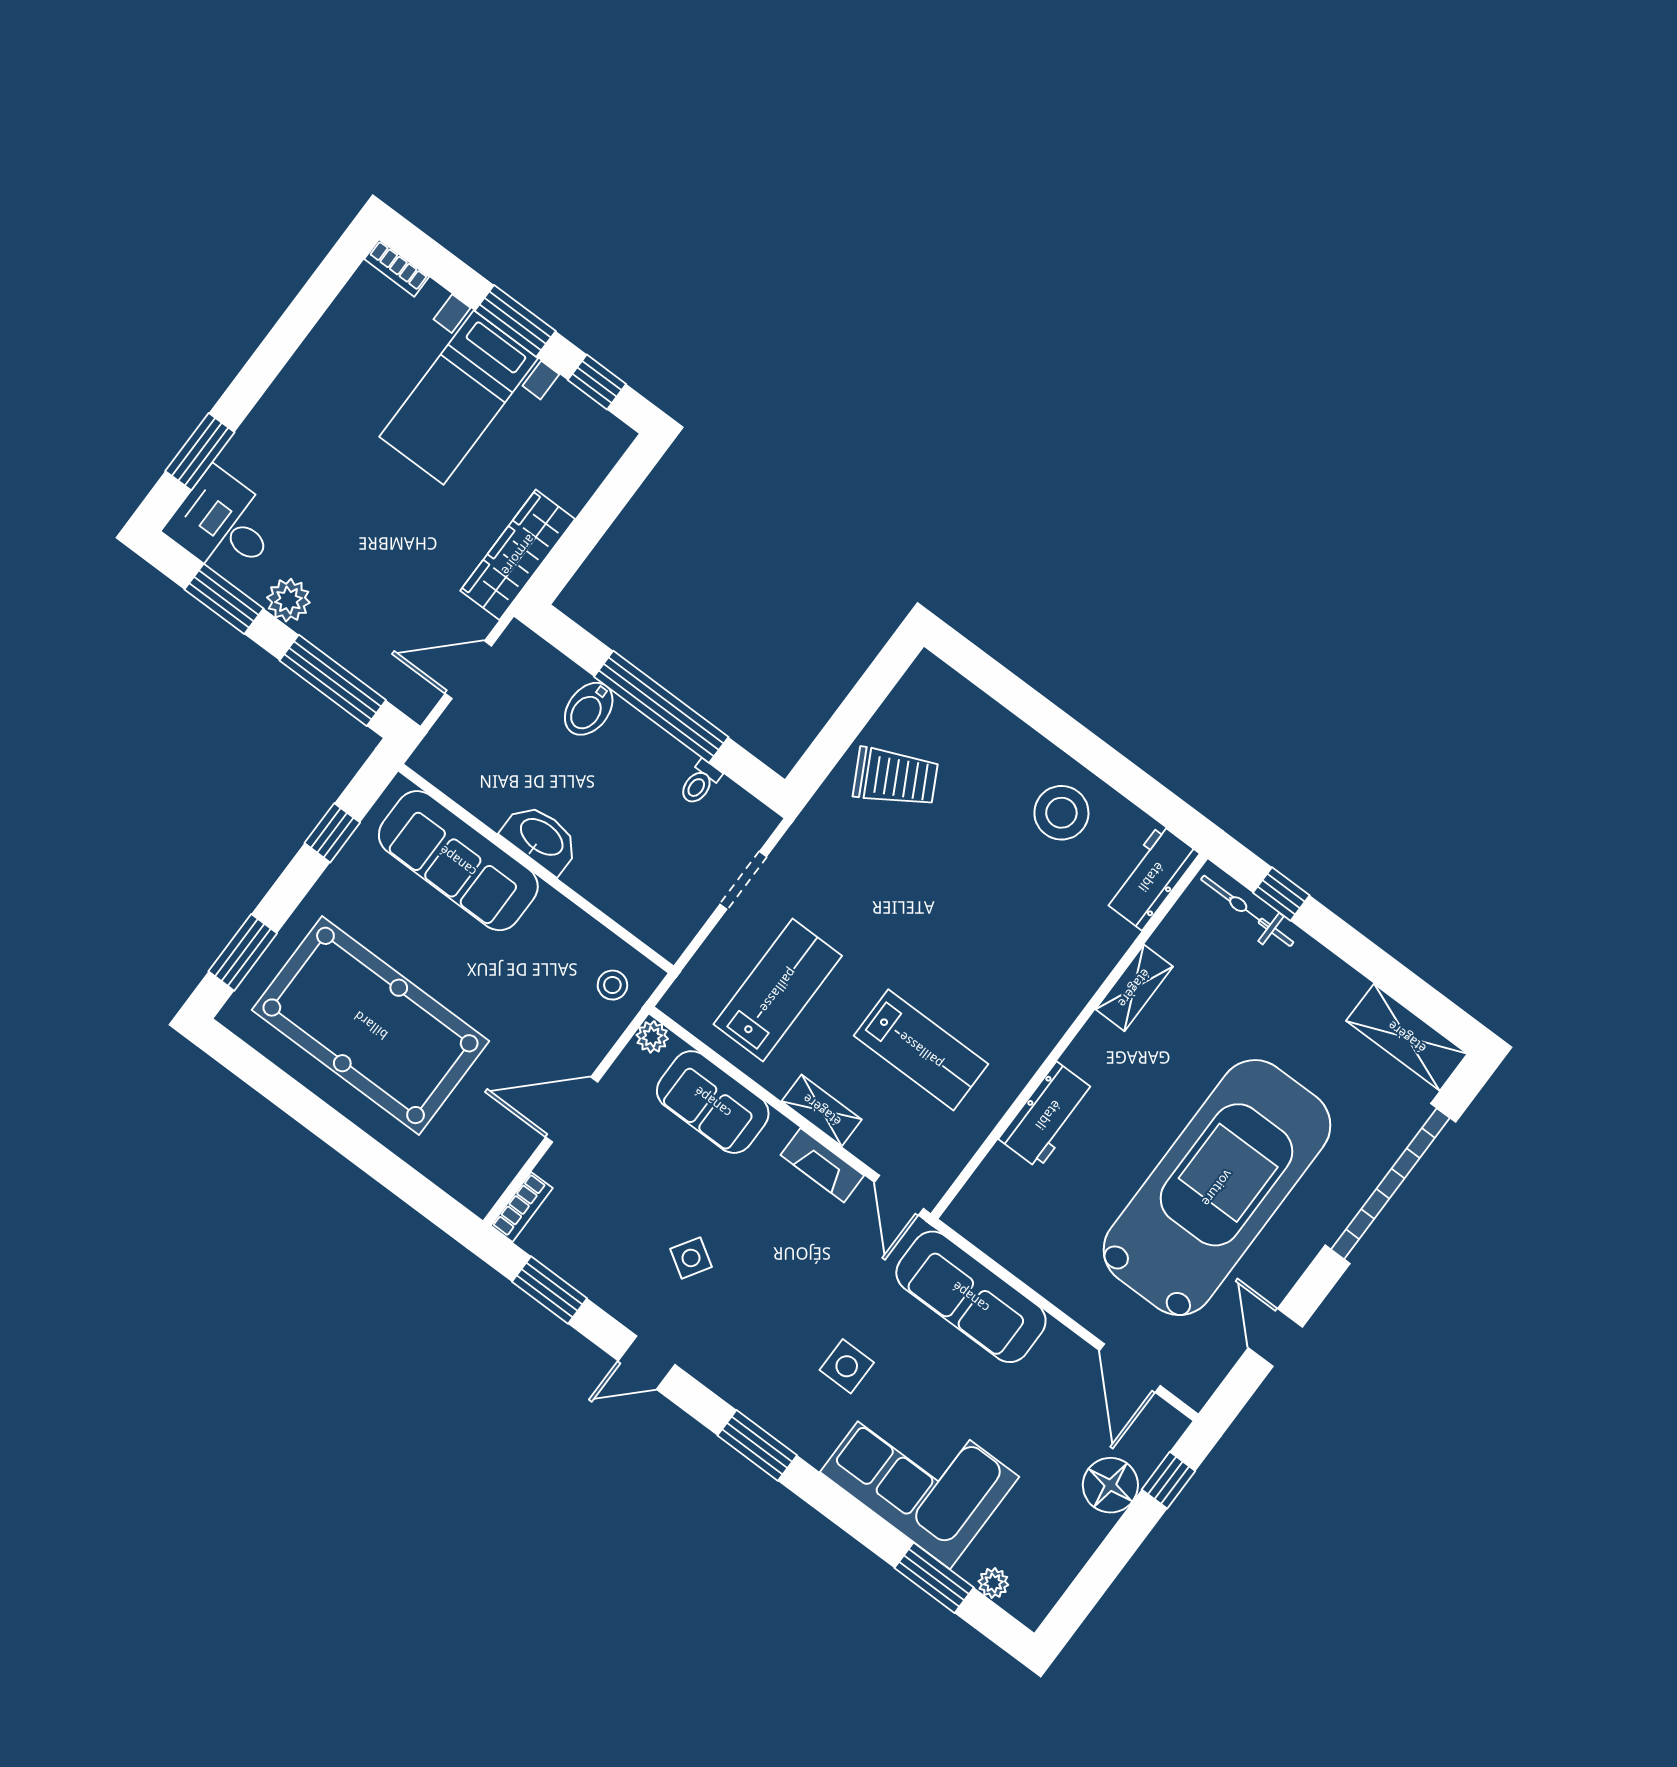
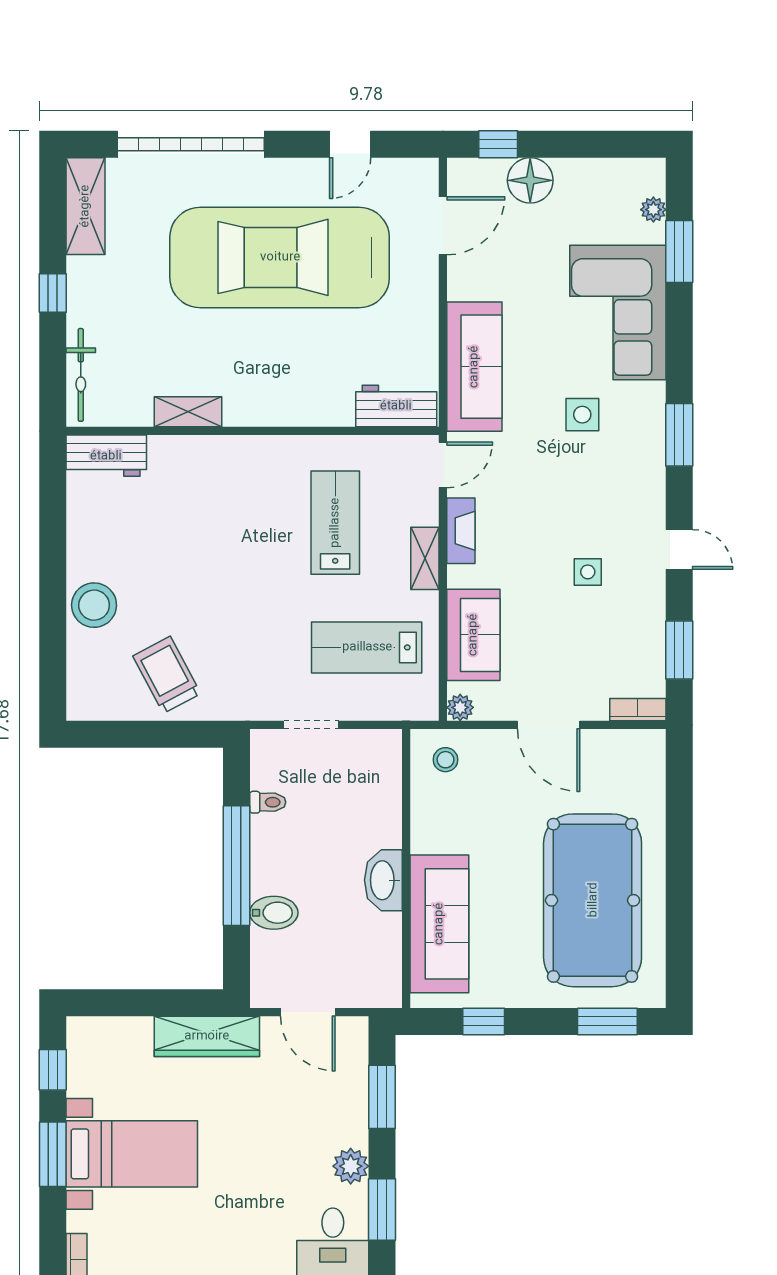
window: (333, 680) -> (382, 1097), width x0.69
stool: (1061, 813) -> (94, 605), moved
window: (1281, 894) -> (53, 293), moved
workbench: (1048, 1115) -> (396, 406), moved
side table: (691, 1258) -> (588, 572), turned -32

